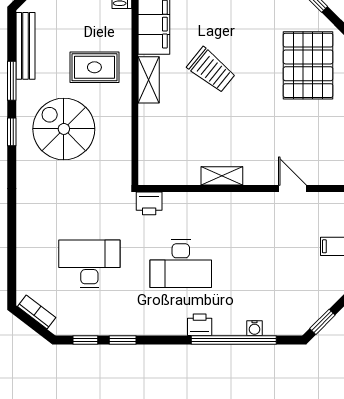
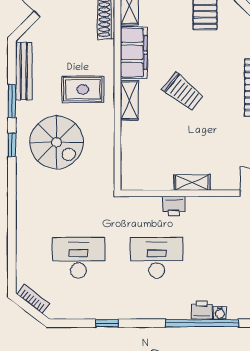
spiral stairs: (64, 129) -> (57, 142), turned 180
printer: (149, 203) -> (174, 206), moved
desk: (181, 264) -> (157, 258), turned 180
printer: (200, 325) -> (202, 310), moved
window: (85, 340) -> (75, 323), removed

